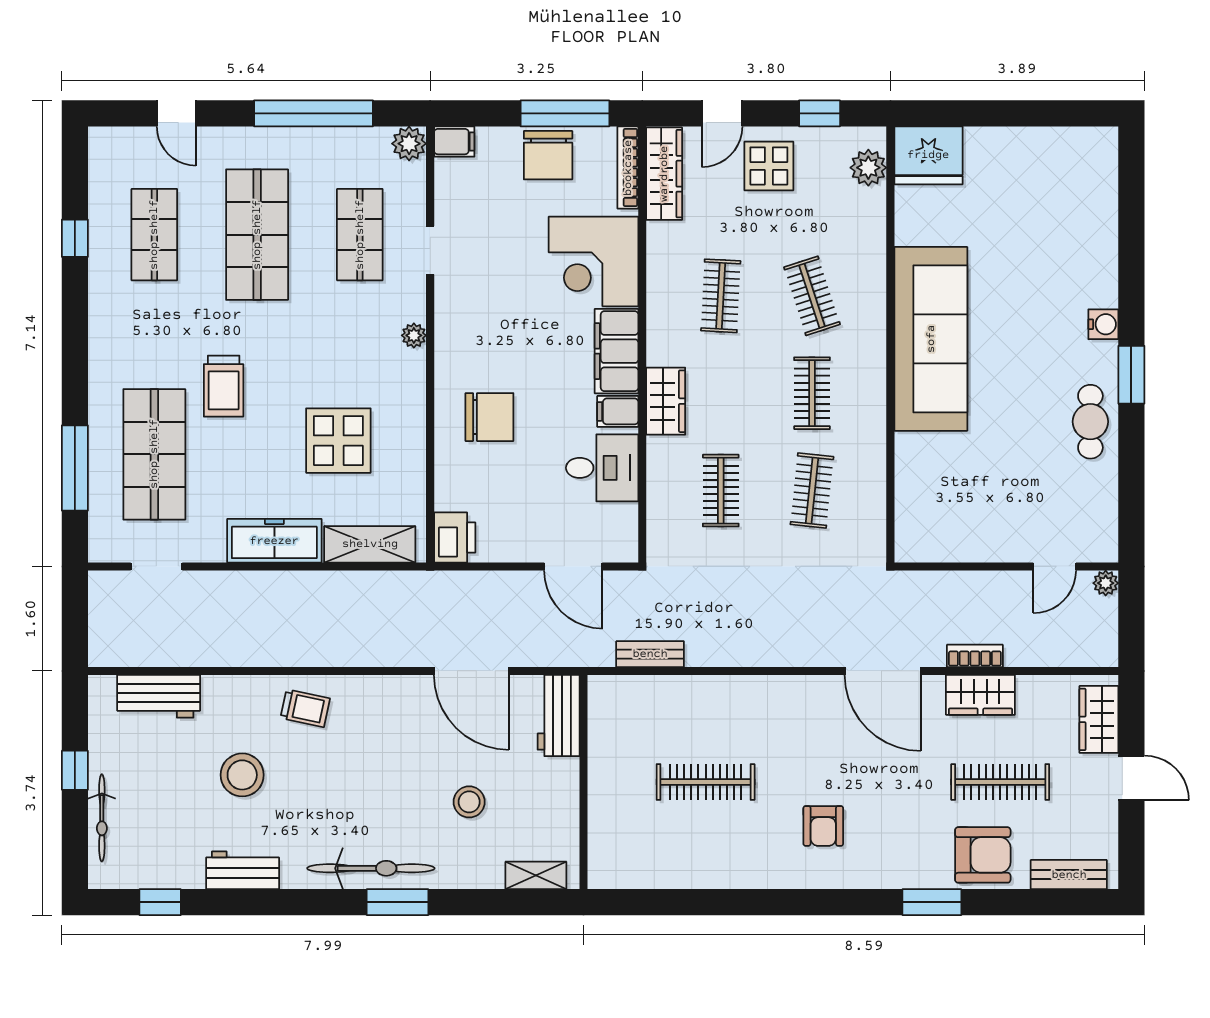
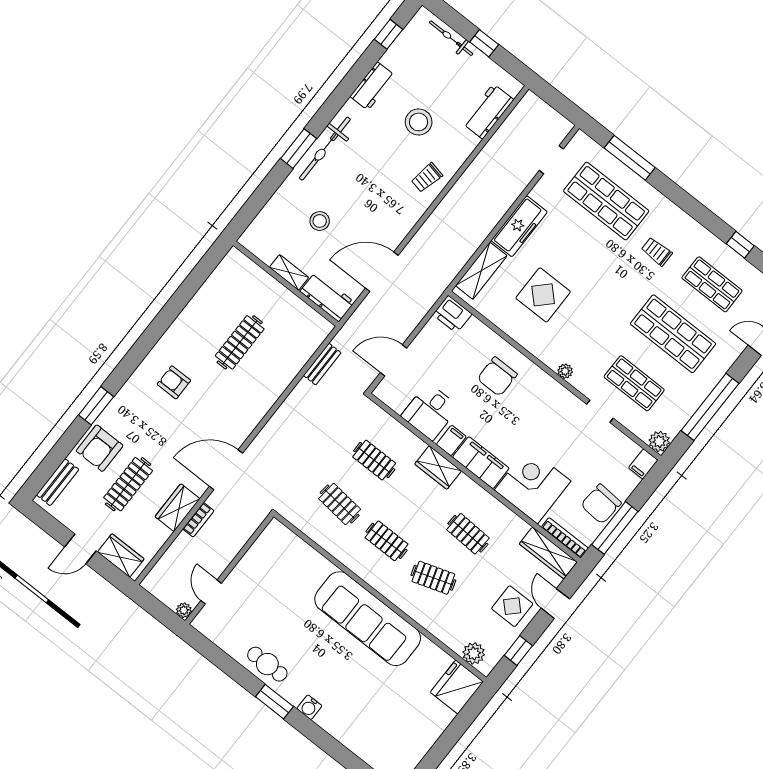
chair: (548, 155) -> (601, 504), turned -86
trolley: (224, 386) -> (657, 252), moved, width x0.73, depth x0.72
shelving: (536, 875) -> (289, 272), moved, turned 90

